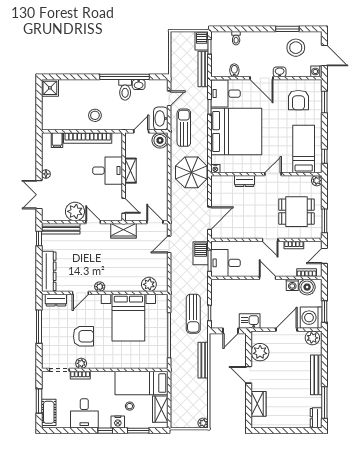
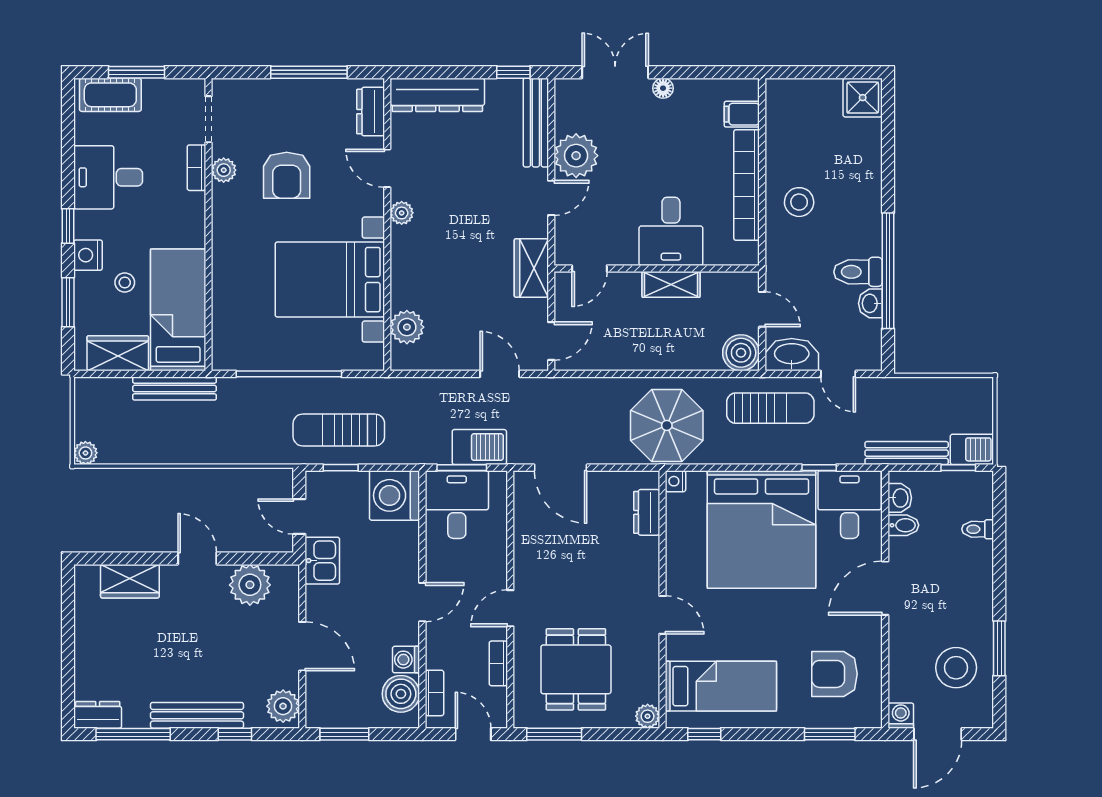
washbasin: (280, 72) -> (900, 498), moved
dresser: (244, 181) -> (647, 512), moved
washing machine: (311, 318) -> (395, 495), moved, turned -90
window: (324, 359) -> (235, 734), added
bench: (203, 360) -> (174, 388), moved
door: (249, 375) -> (197, 558), hinge flipped

